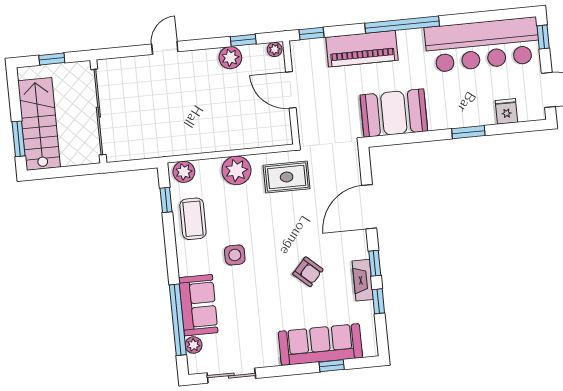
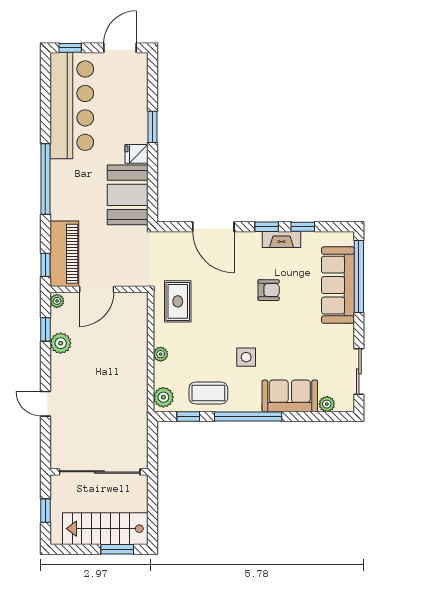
piano: (362, 49) -> (64, 254), moved
fridge: (506, 111) -> (136, 154), moved
plant: (236, 170) -> (161, 354), width x0.53, depth x0.53
armchair: (308, 272) -> (269, 290), turned 48
window: (178, 320) -> (248, 417), moved
window: (332, 366) -> (359, 276), width x3.17

